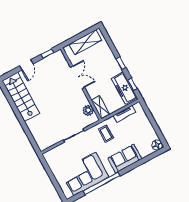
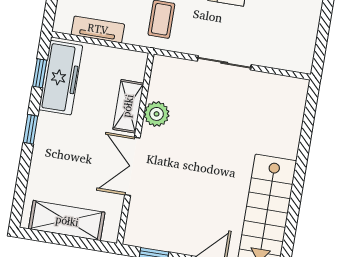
shelving: (100, 107) -> (128, 106), moved
plant: (88, 110) -> (157, 114), moved

